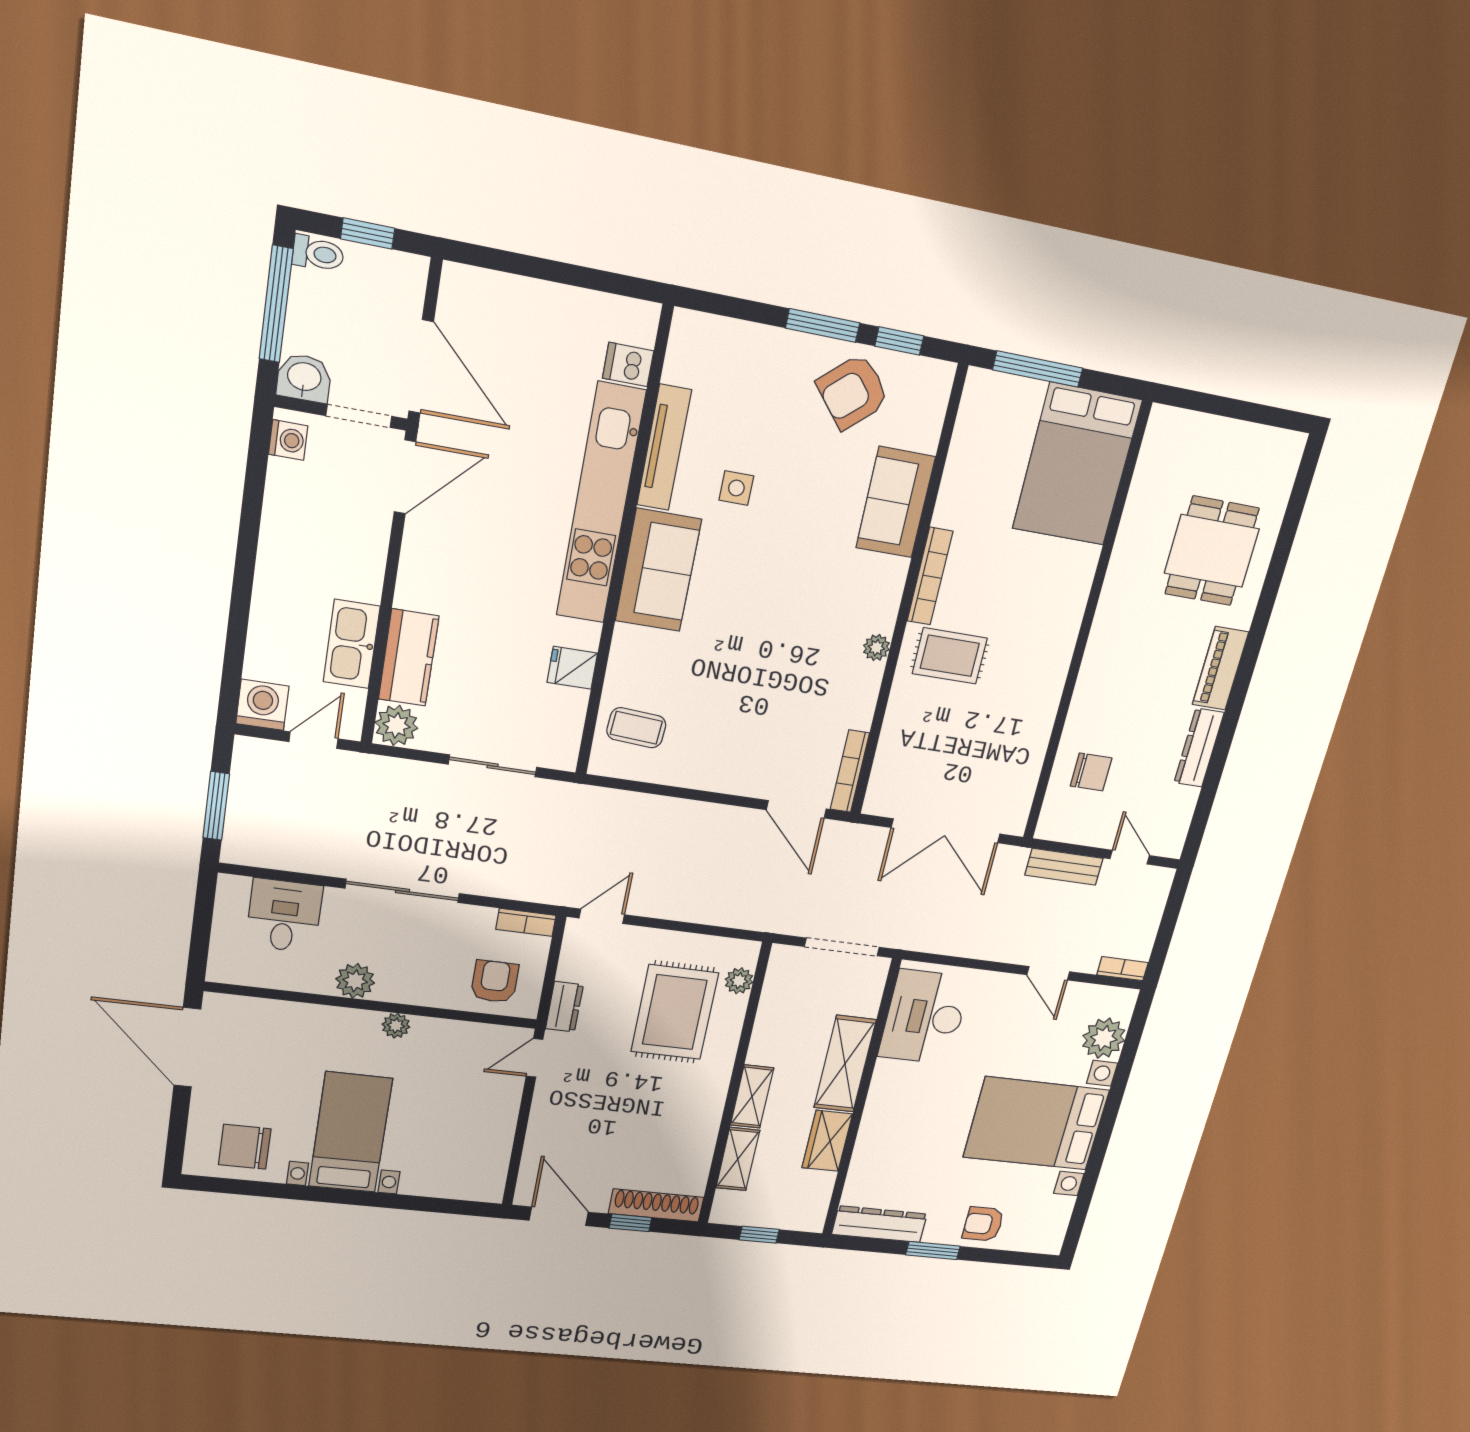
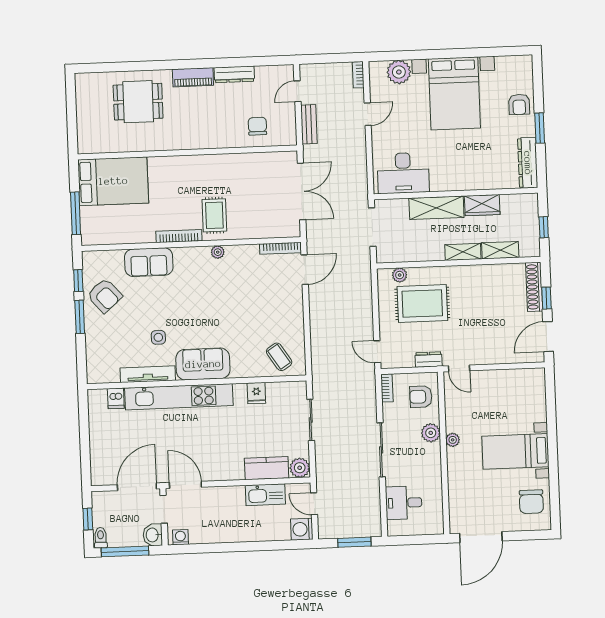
coffee table: (636, 728) -> (279, 357), turned -37
plant: (355, 981) -> (431, 433), moved

